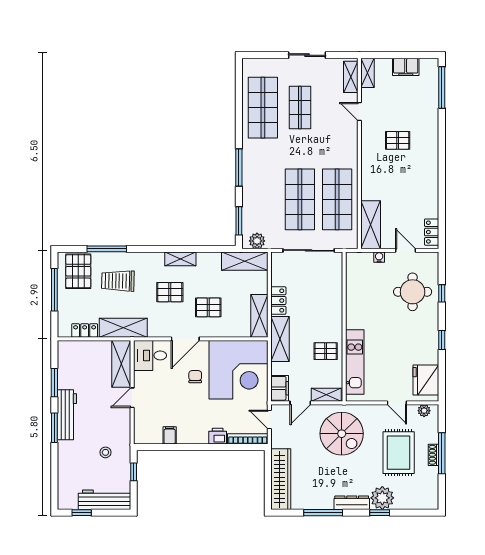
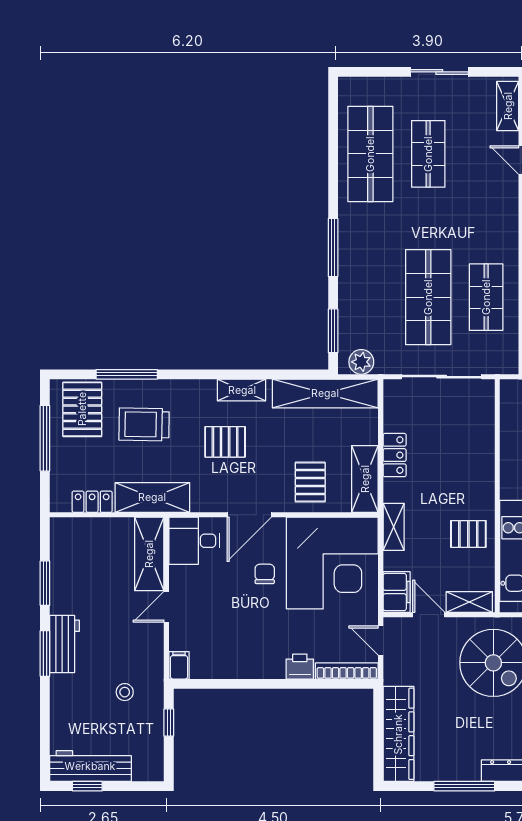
shop shelf: (337, 199) -> (486, 297), width x0.70, depth x0.74
shelving: (245, 261) -> (325, 393), width x1.47
pallet: (208, 307) -> (310, 482), moved, turned 90
shelving: (280, 339) -> (394, 527), width x0.67, depth x0.75
door: (300, 403) -> (429, 615), swing flipped
workbench: (67, 415) -> (65, 644), width x0.73
filing cabinet: (170, 435) -> (179, 665), moved
workbench: (105, 500) -> (90, 766), moved

